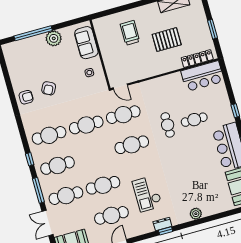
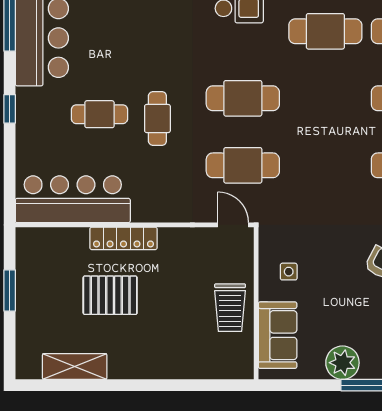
trolley: (130, 33) -> (230, 308), moved
locker: (197, 59) -> (123, 238), moved
bar counter: (202, 76) -> (73, 199), width x1.36
cafe table: (86, 125) -> (325, 165), removed

